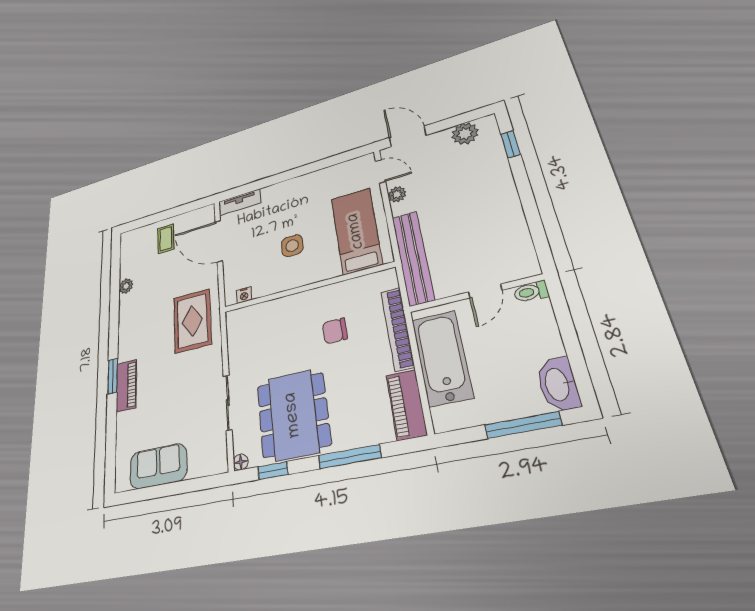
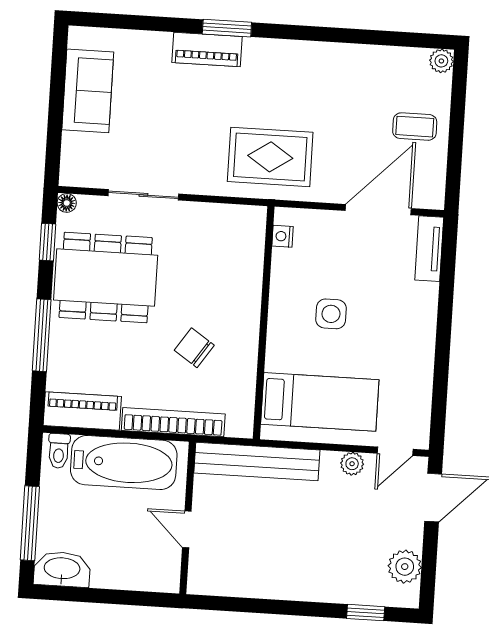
plant: (126, 286) -> (441, 61), moved
toilet: (531, 292) -> (59, 451), moved, turned 180
chair: (335, 331) -> (194, 348), turned -56

